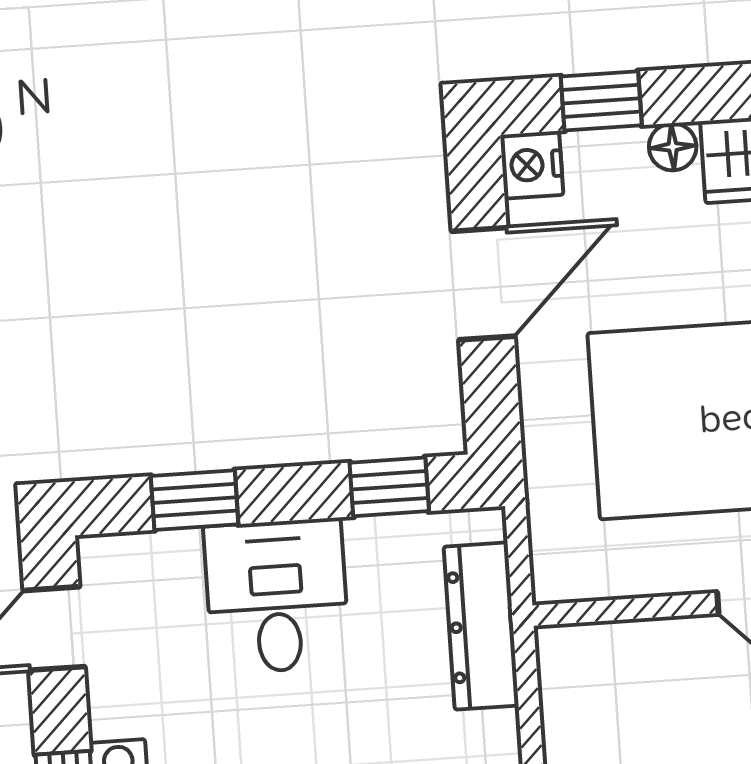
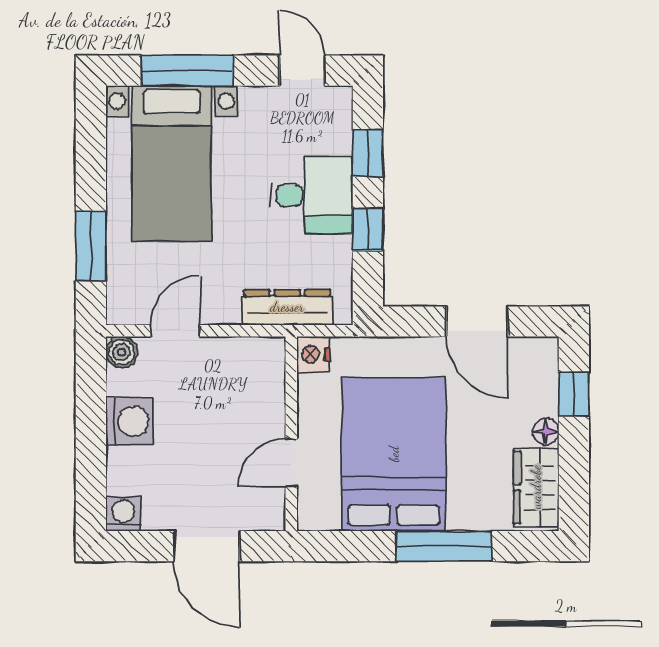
nightstand: (532, 165) -> (313, 354), moved, turned -90
window: (389, 487) -> (368, 230), moved

